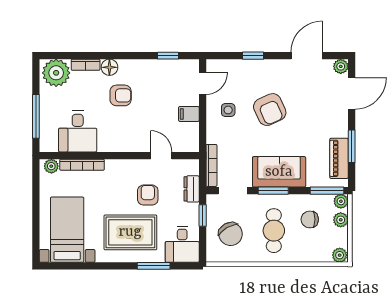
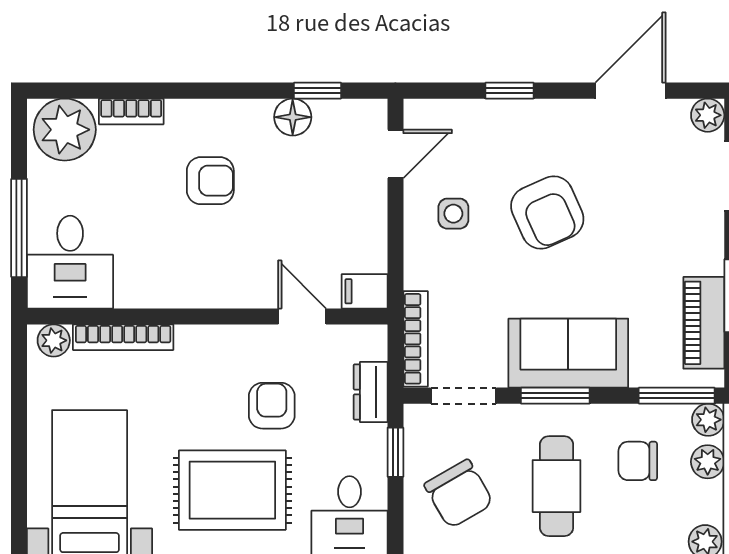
floor lamp: (109, 67) -> (293, 117), moved
filing cabinet: (189, 114) -> (365, 291), moved
desk: (78, 131) -> (70, 262), moved

